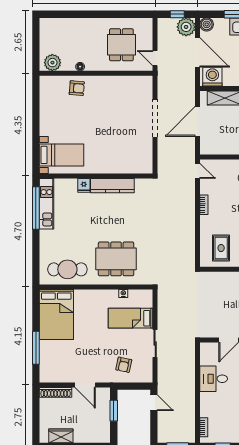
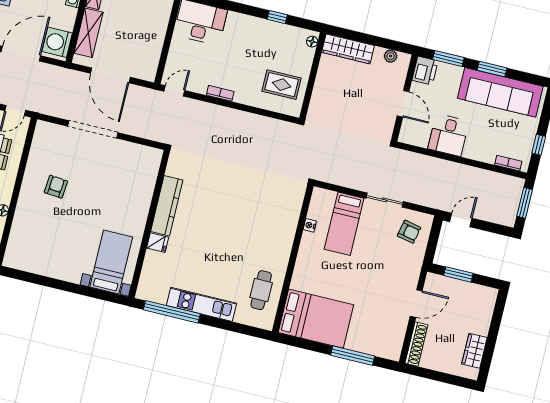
armchair: (77, 88) -> (56, 187), moved
kitchen unit: (47, 204) -> (202, 304), moved
dining table: (116, 259) -> (263, 224), removed
cafe table: (67, 269) -> (261, 290), width x0.73, depth x0.74
armchair: (124, 365) -> (409, 232), moved

